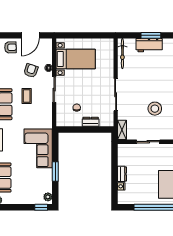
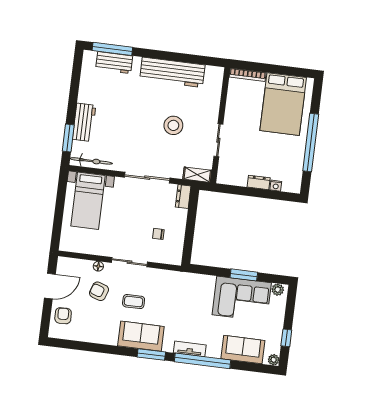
door: (30, 35) -> (50, 286), hinge flipped
window: (151, 35) -> (68, 138), moved
bed with nightstands: (76, 59) -> (88, 201), moved, turned 180
dresser: (91, 122) -> (183, 197), moved
corner sofa: (38, 148) -> (242, 299), moved
window: (41, 207) -> (286, 338), moved

